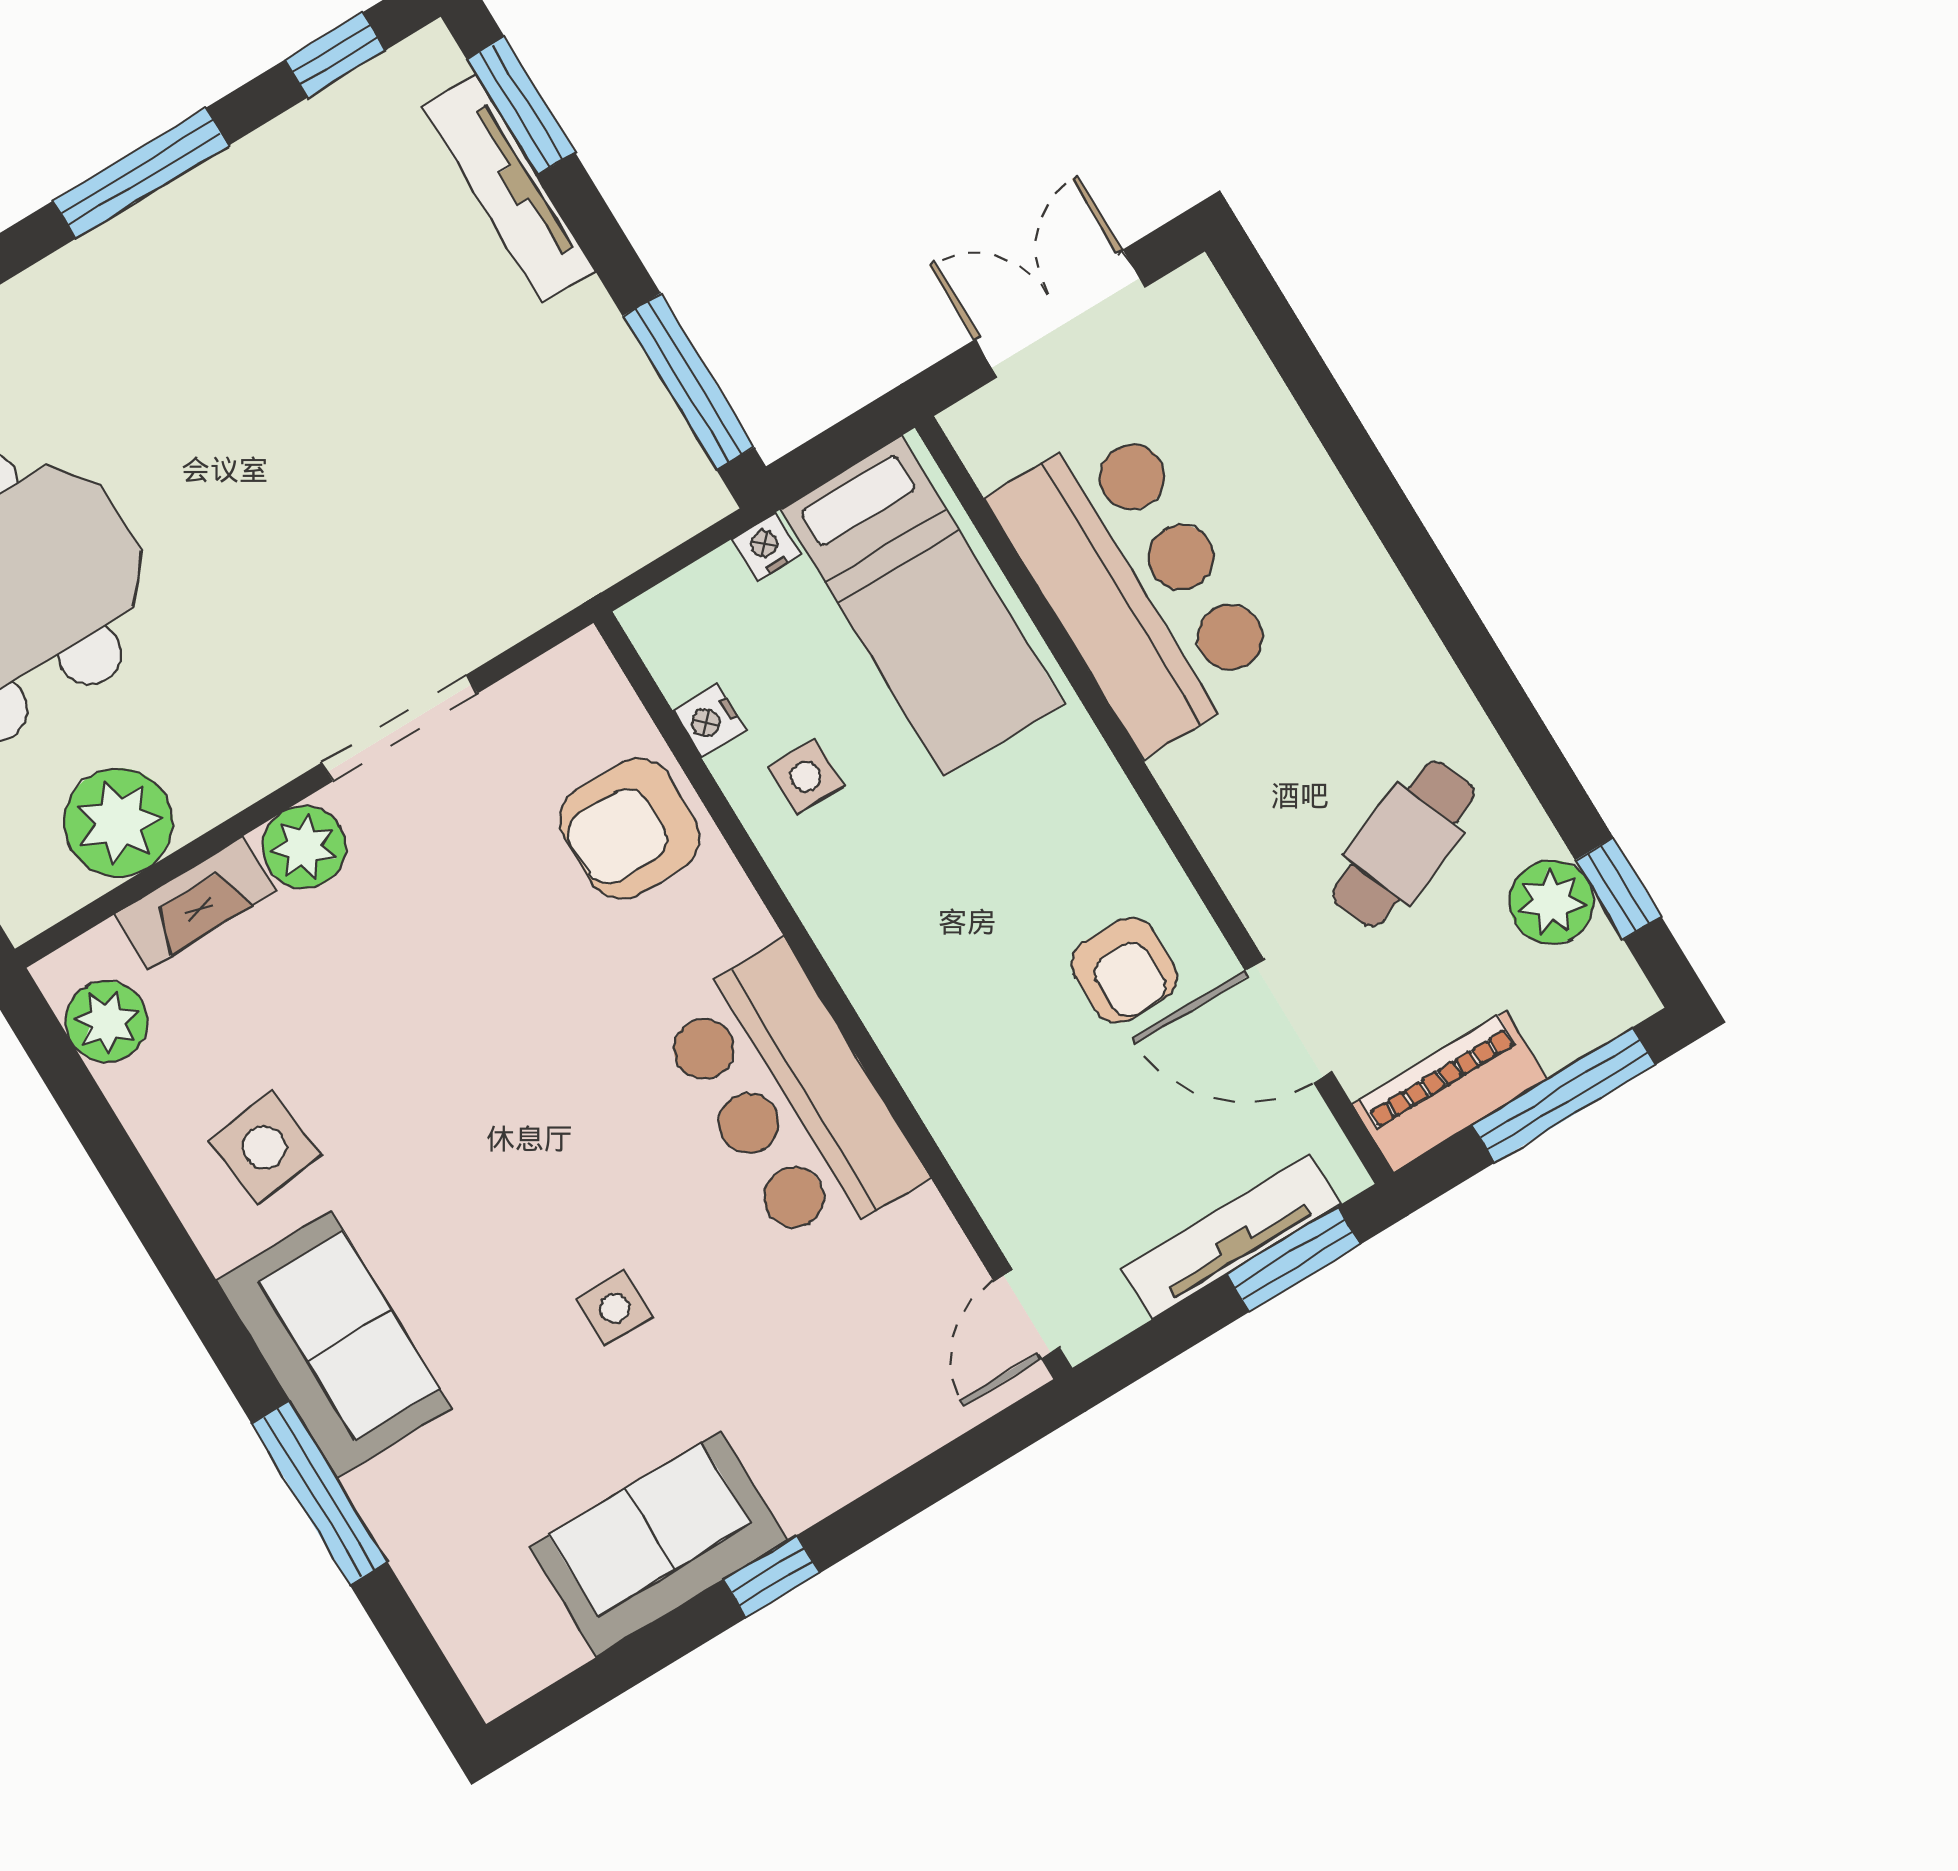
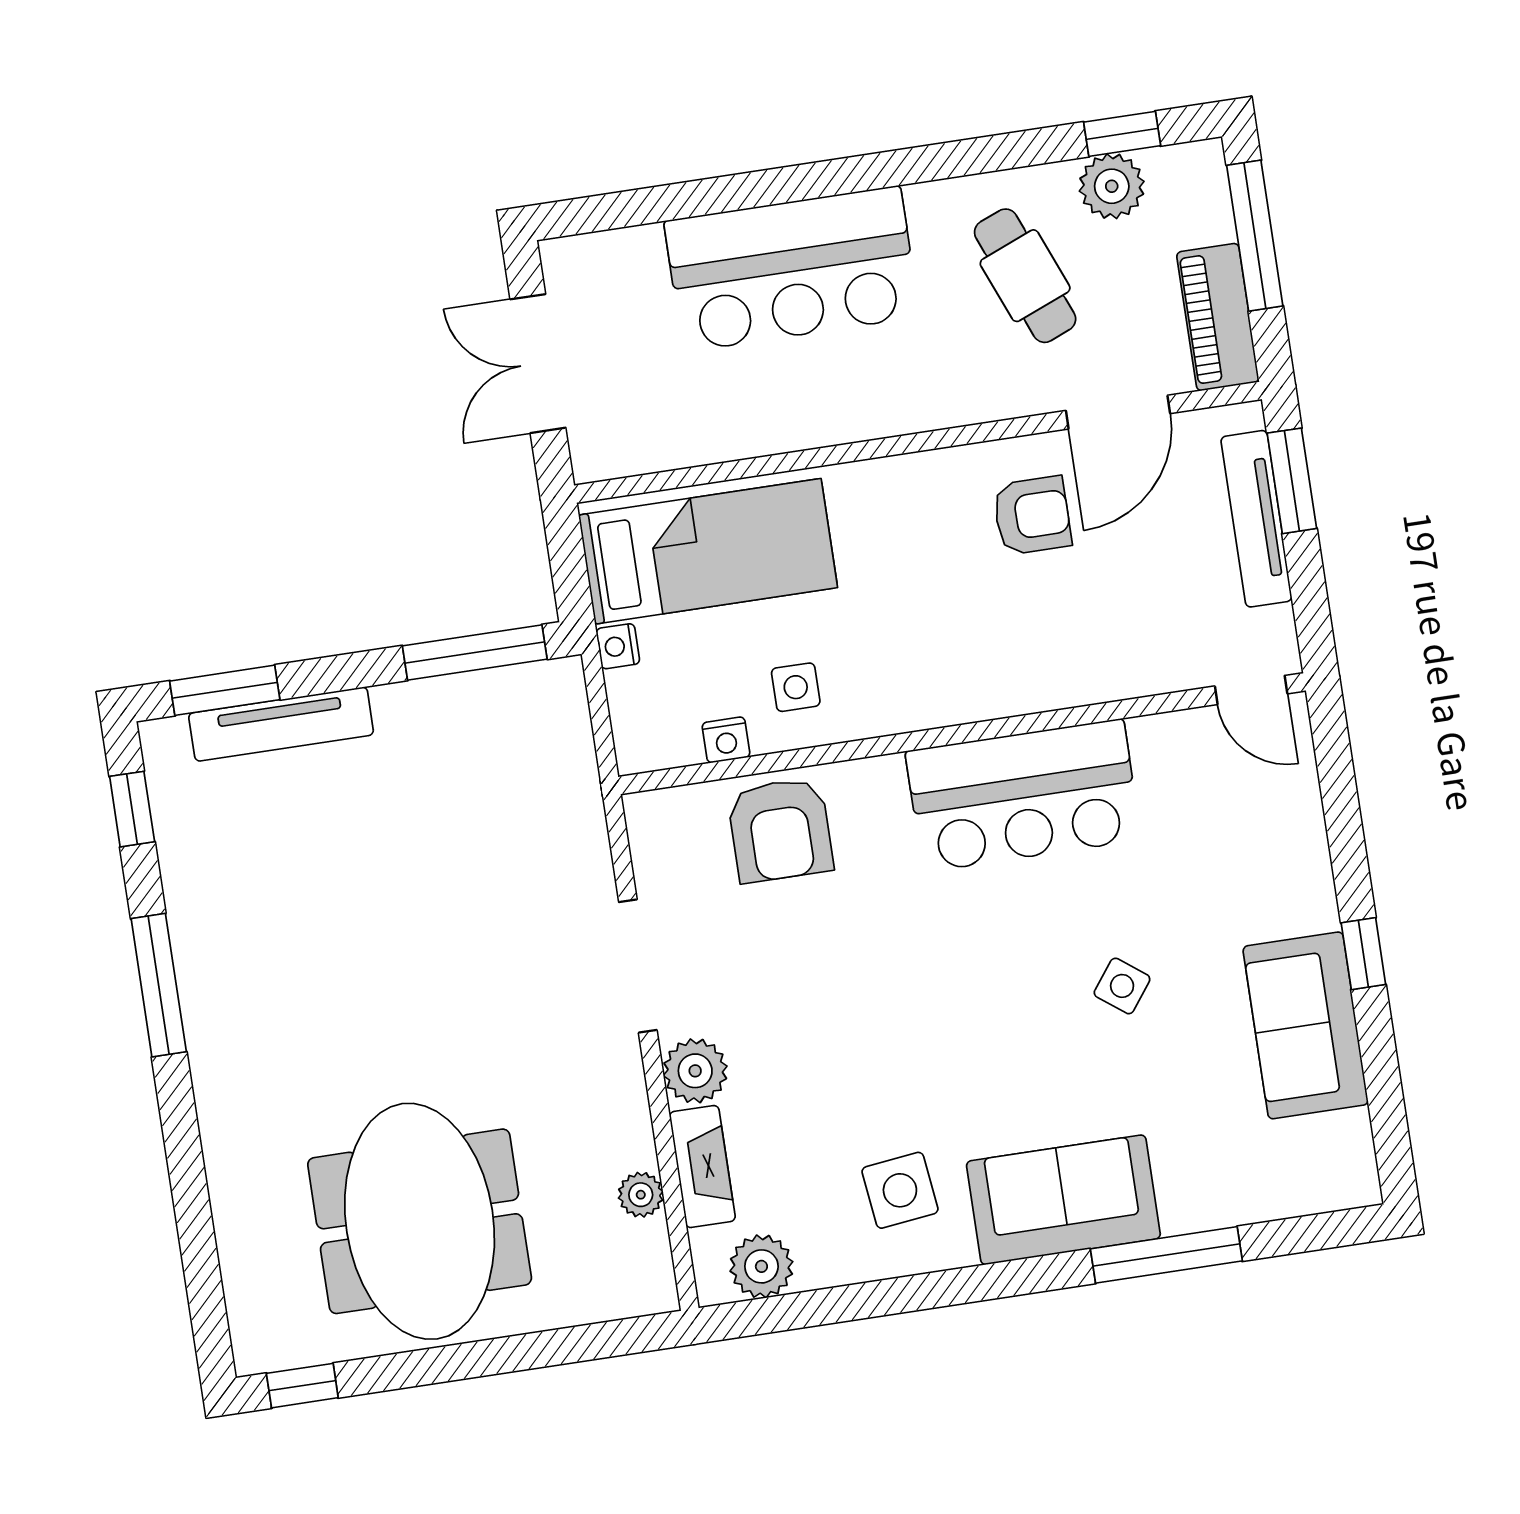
bar counter: (1136, 585) -> (792, 269), moved, turned 180
plant: (118, 822) -> (641, 1195), width x0.53, depth x0.53
side table: (615, 1308) -> (1122, 986), turned 37

